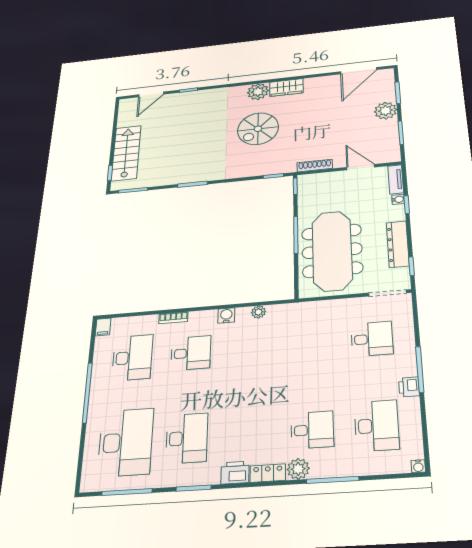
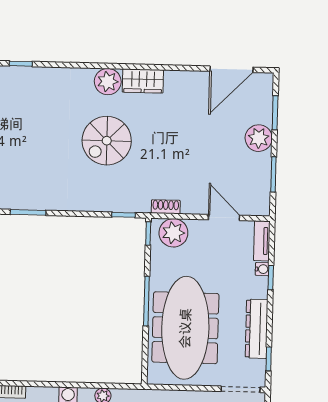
shoe rack: (315, 166) -> (166, 207), width x0.70
plant: (317, 183) -> (173, 233), added

